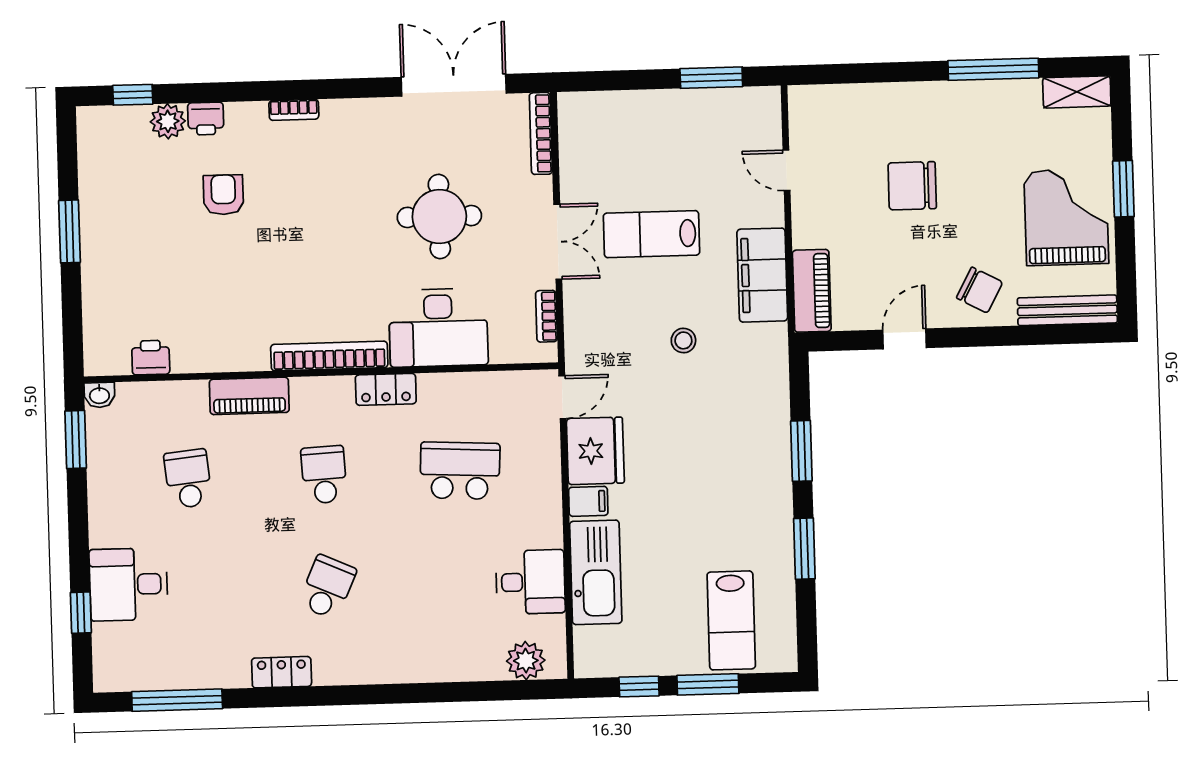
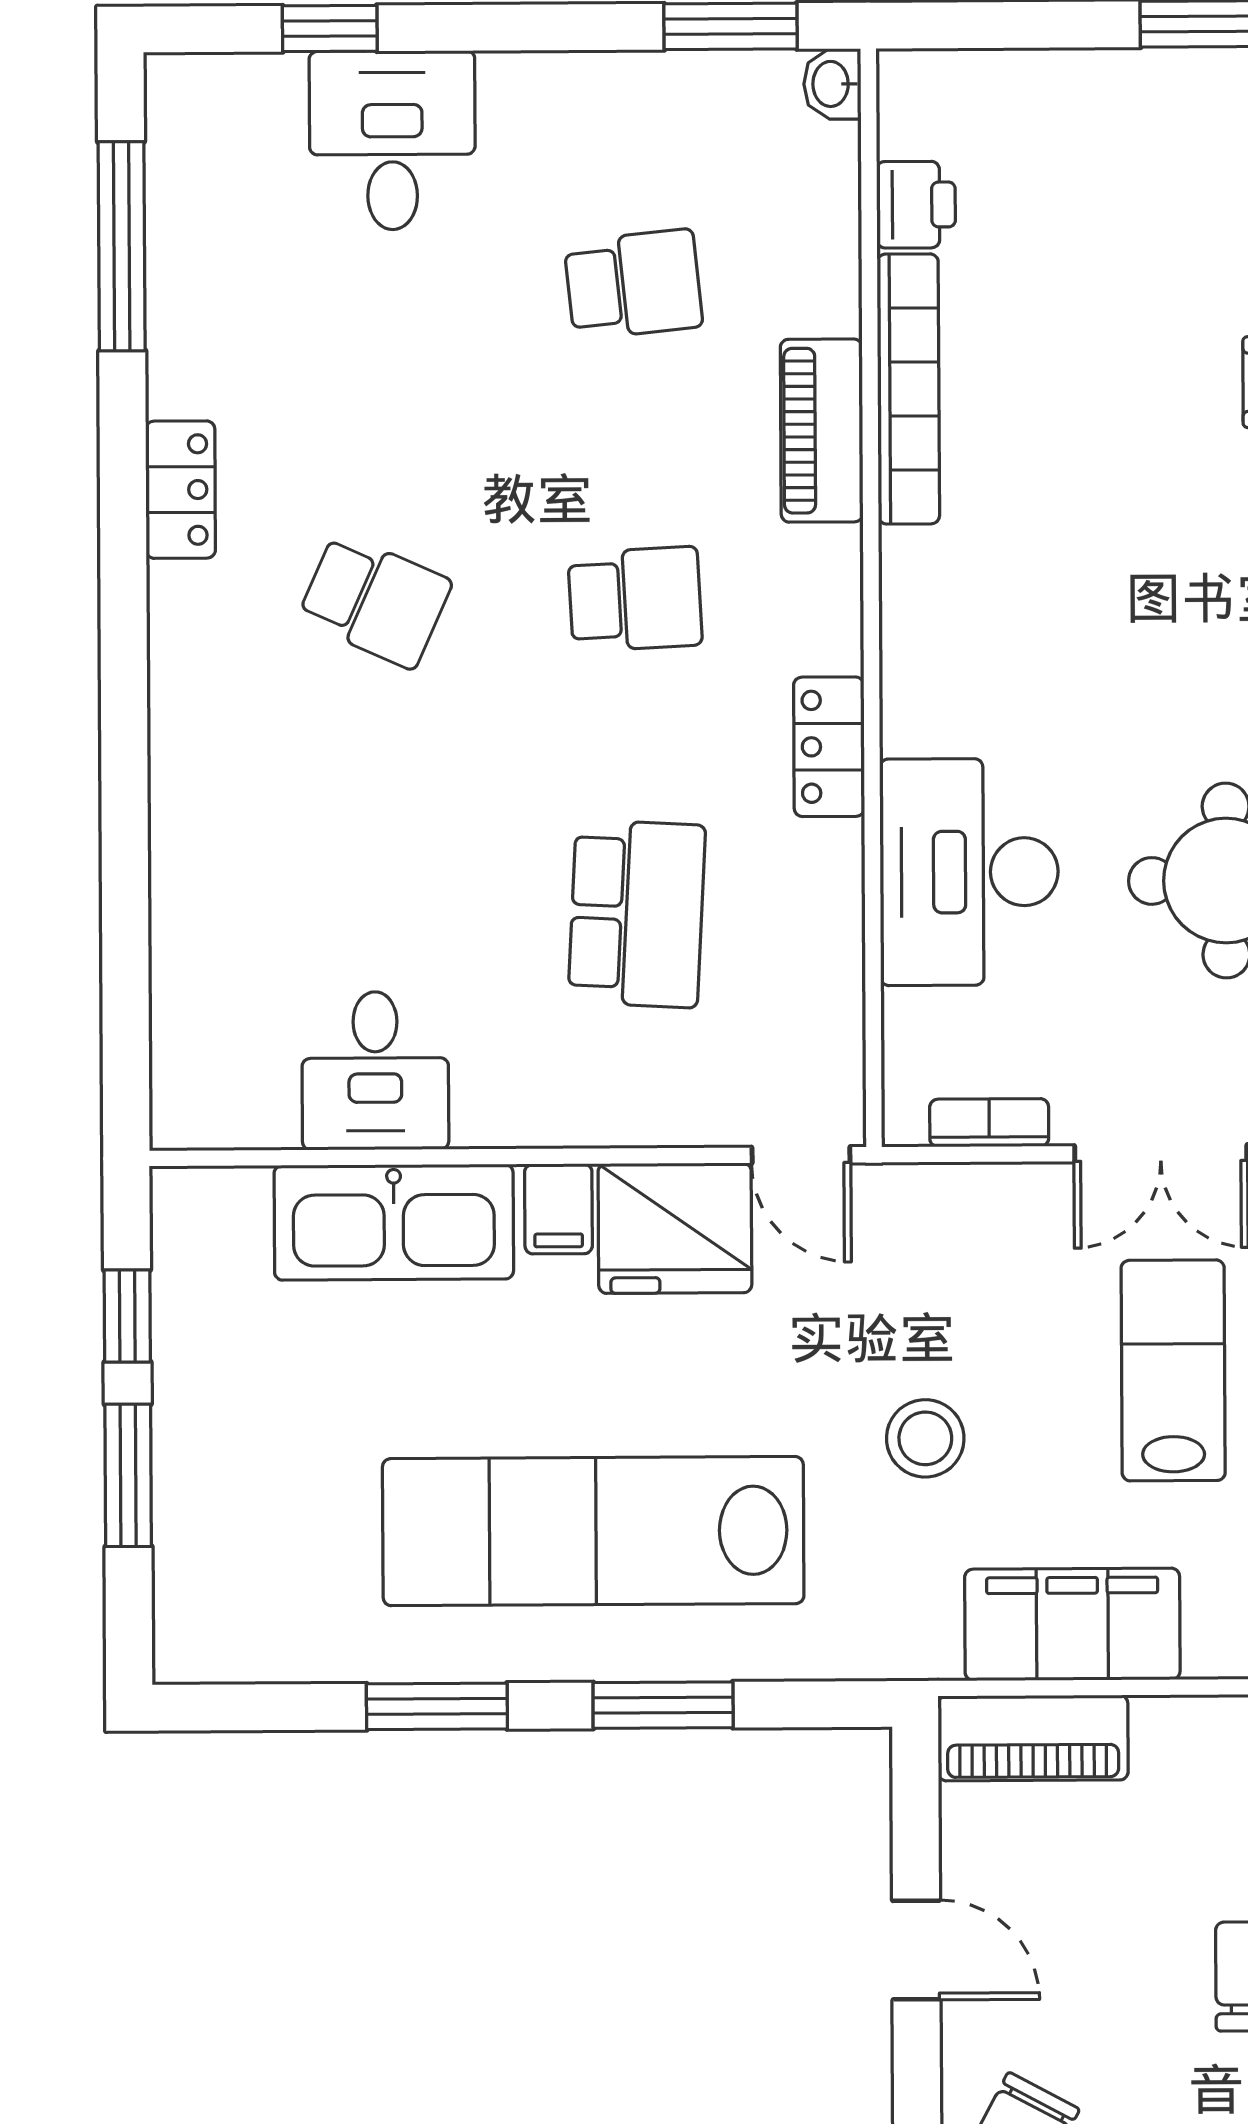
stool: (683, 340) -> (925, 1438), width x1.37, depth x1.37
bookcase: (329, 356) -> (908, 389), moved
lab bench: (731, 620) -> (593, 1531), moved, width x1.86, depth x1.39
plant: (526, 661) -> (193, 1055), removed

